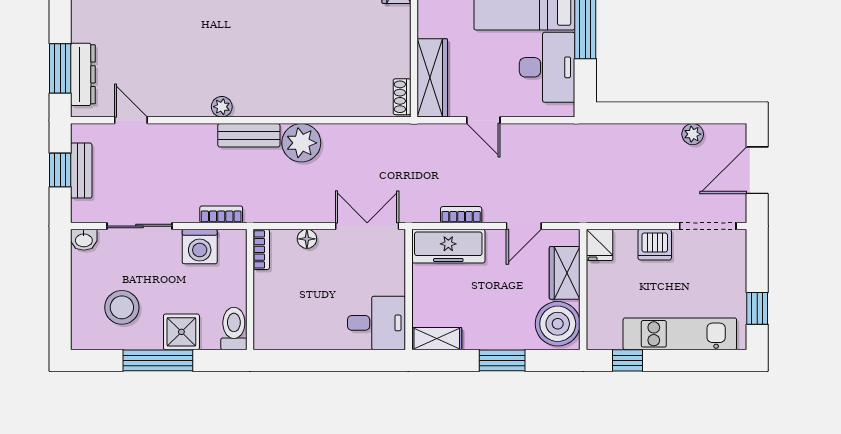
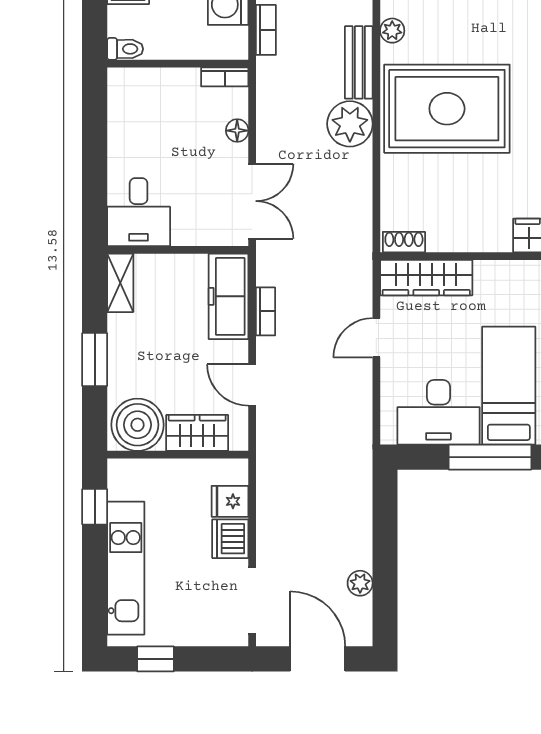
rug: (288, 60) -> (447, 109), added
fridge: (600, 245) -> (230, 501), moved
toilet: (234, 328) -> (125, 49), width x0.73, depth x0.72

